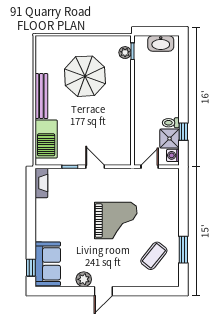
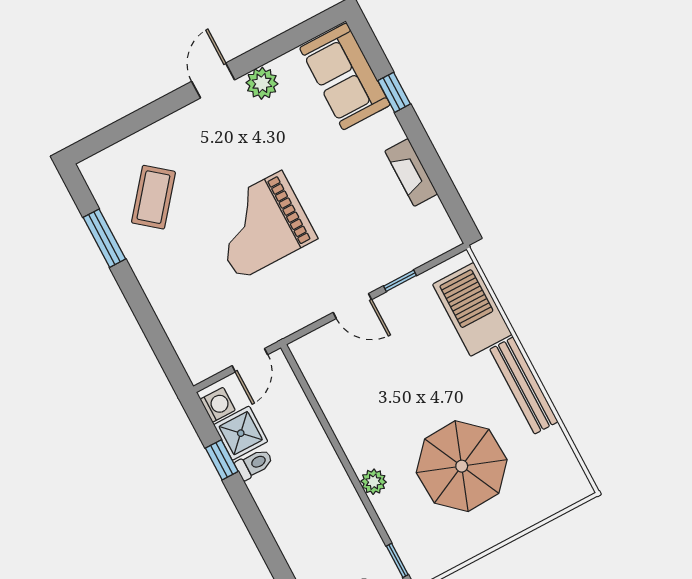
plant: (125, 53) -> (374, 482), moved
fireplace: (41, 183) -> (411, 172), moved
window: (31, 268) -> (394, 92), moved

